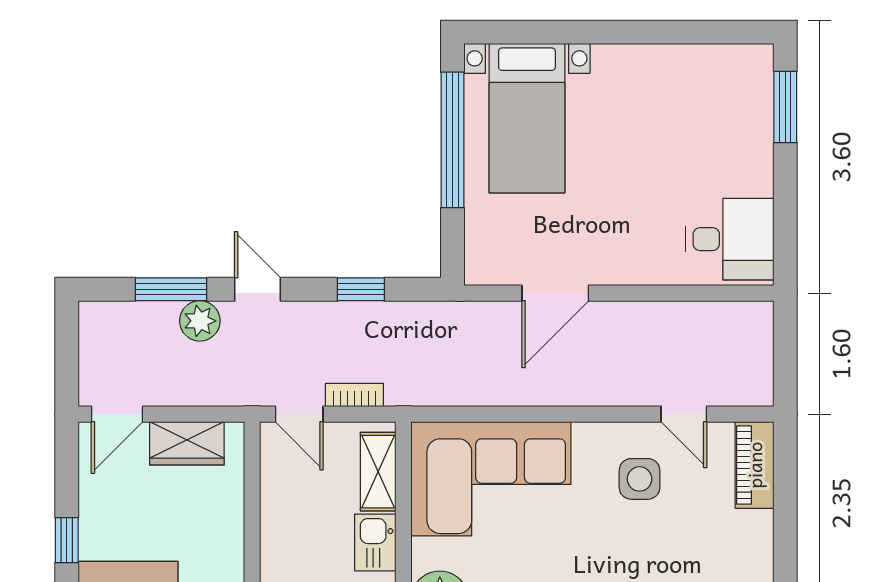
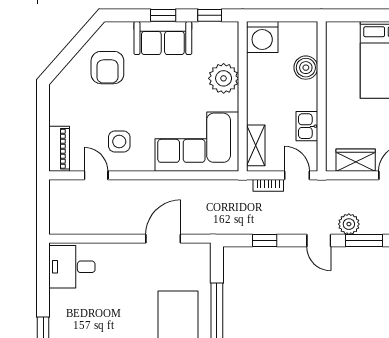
kitchen sink: (375, 542) -> (307, 126), moved, turned 180

